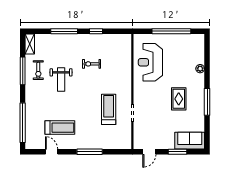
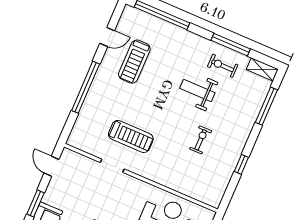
window: (64, 31) -> (266, 106), moved
window: (90, 152) -> (86, 87), width x1.46

